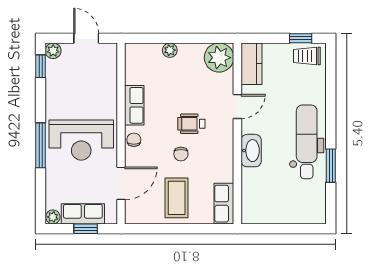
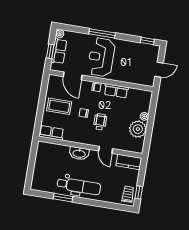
plant: (53, 51) -> (155, 50), removed
plant: (219, 58) -> (138, 129), moved

